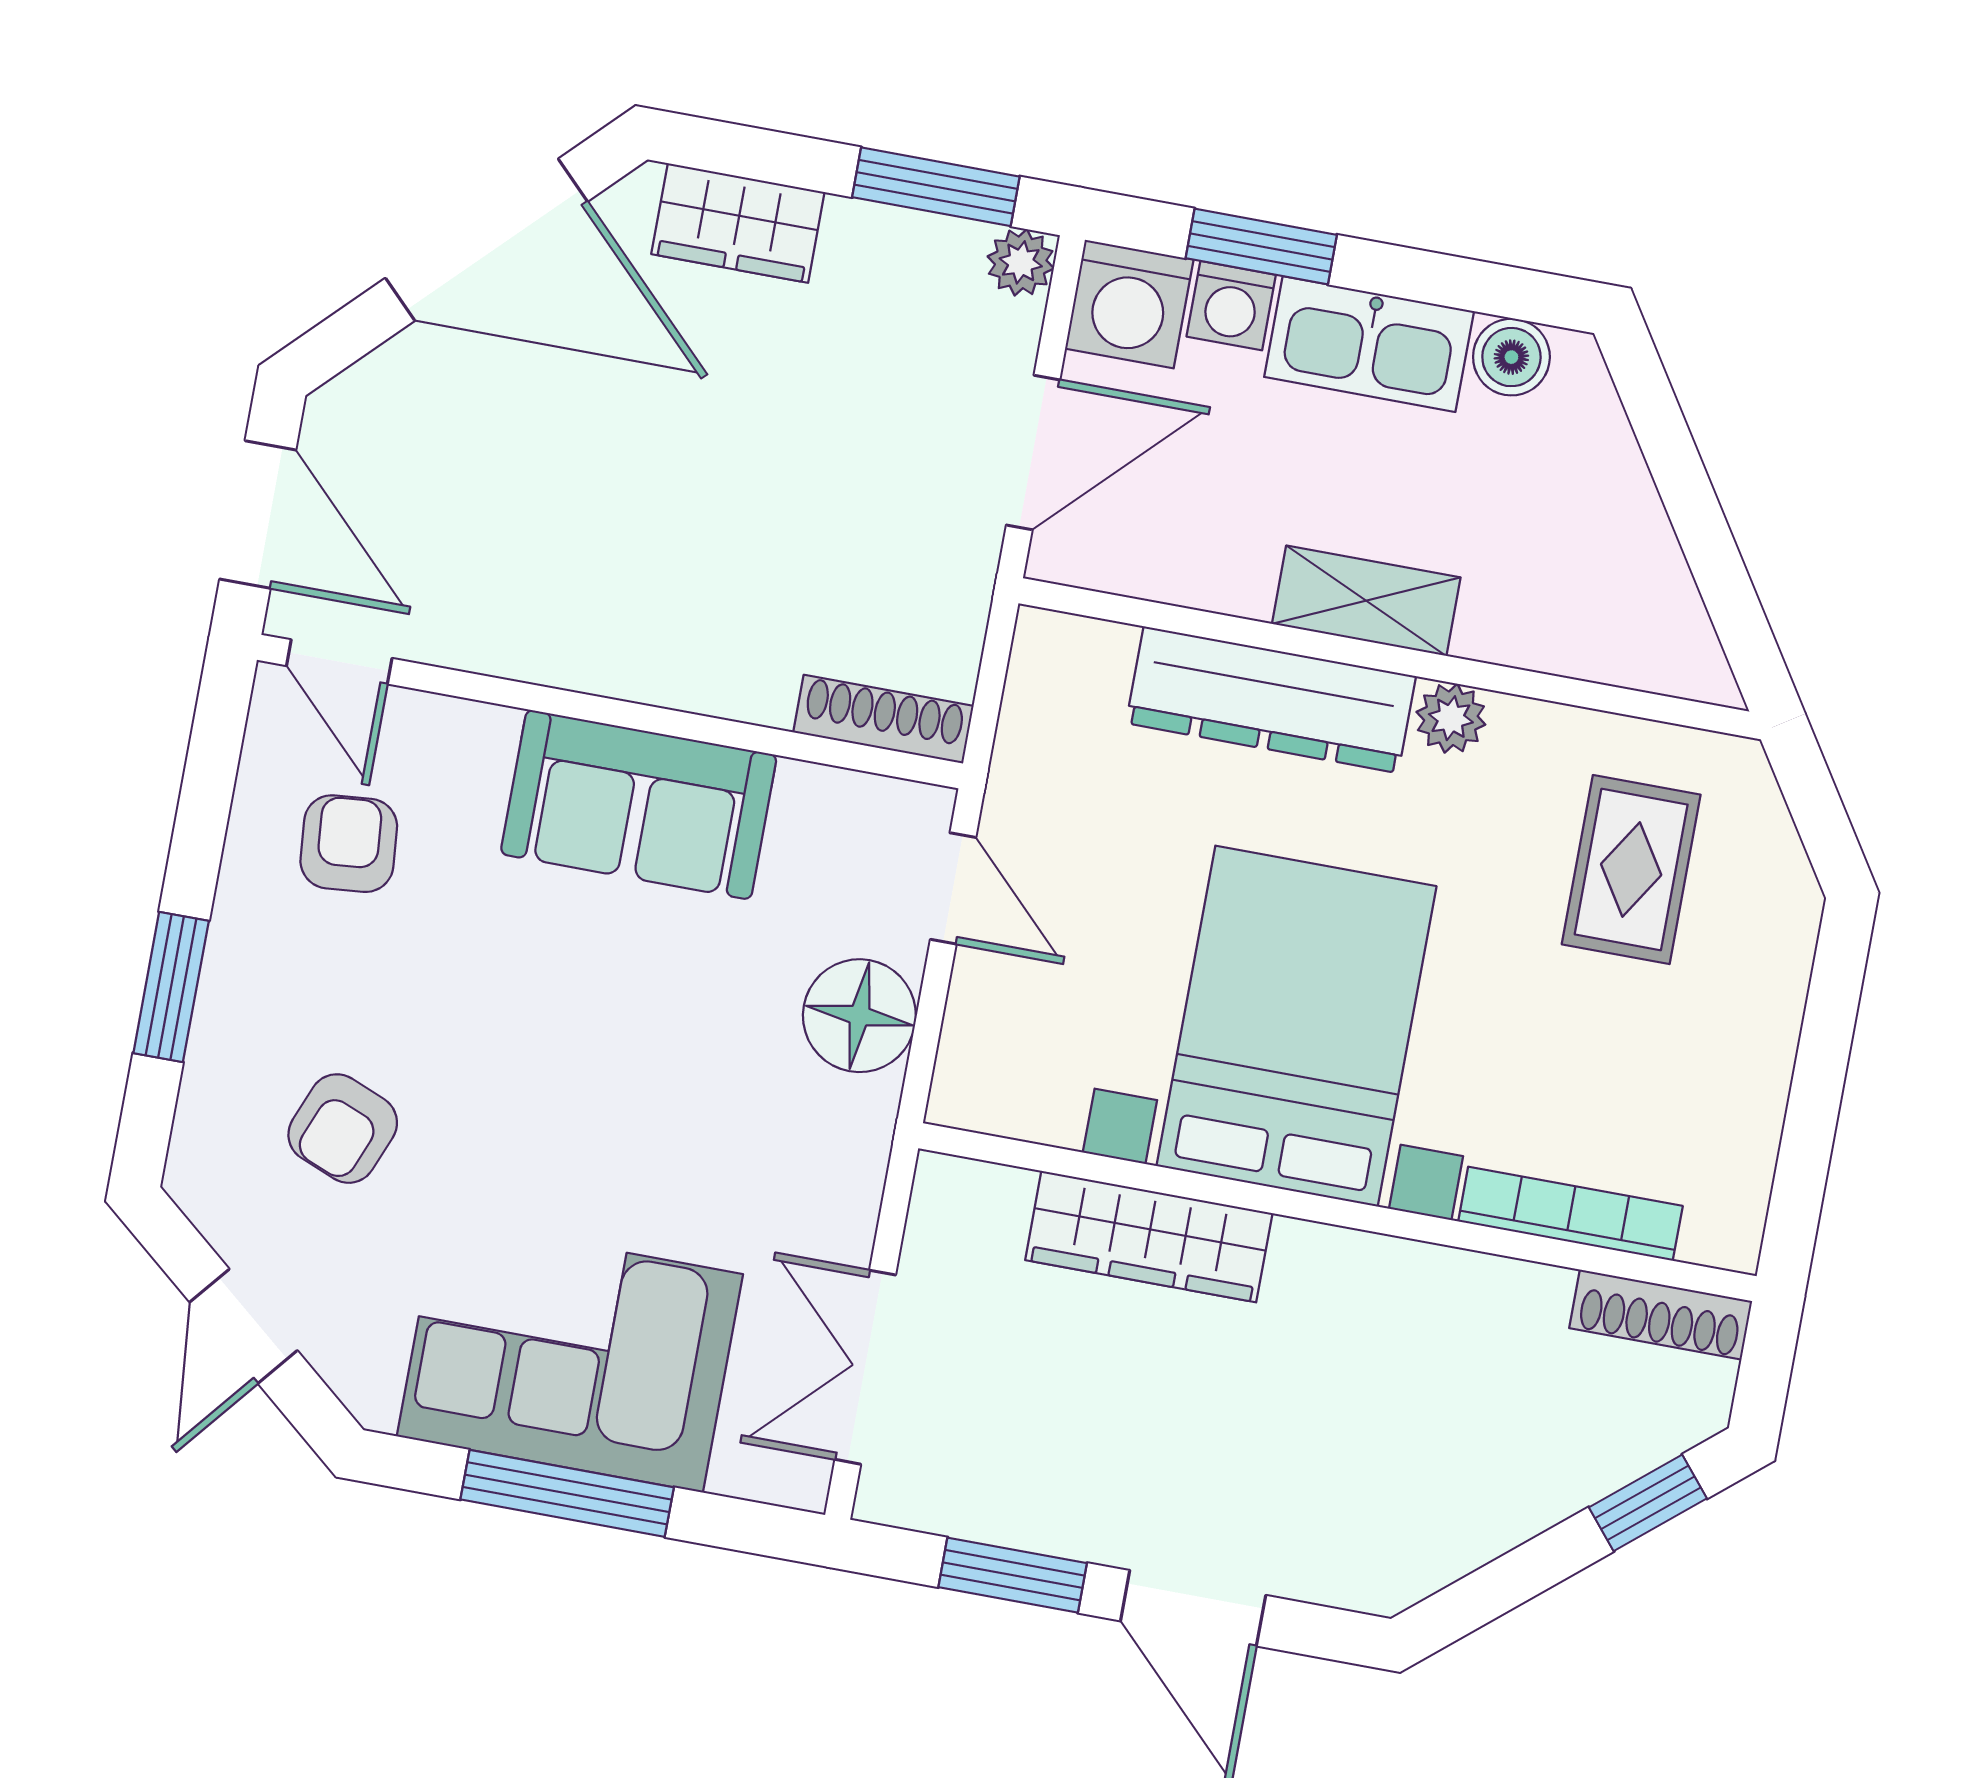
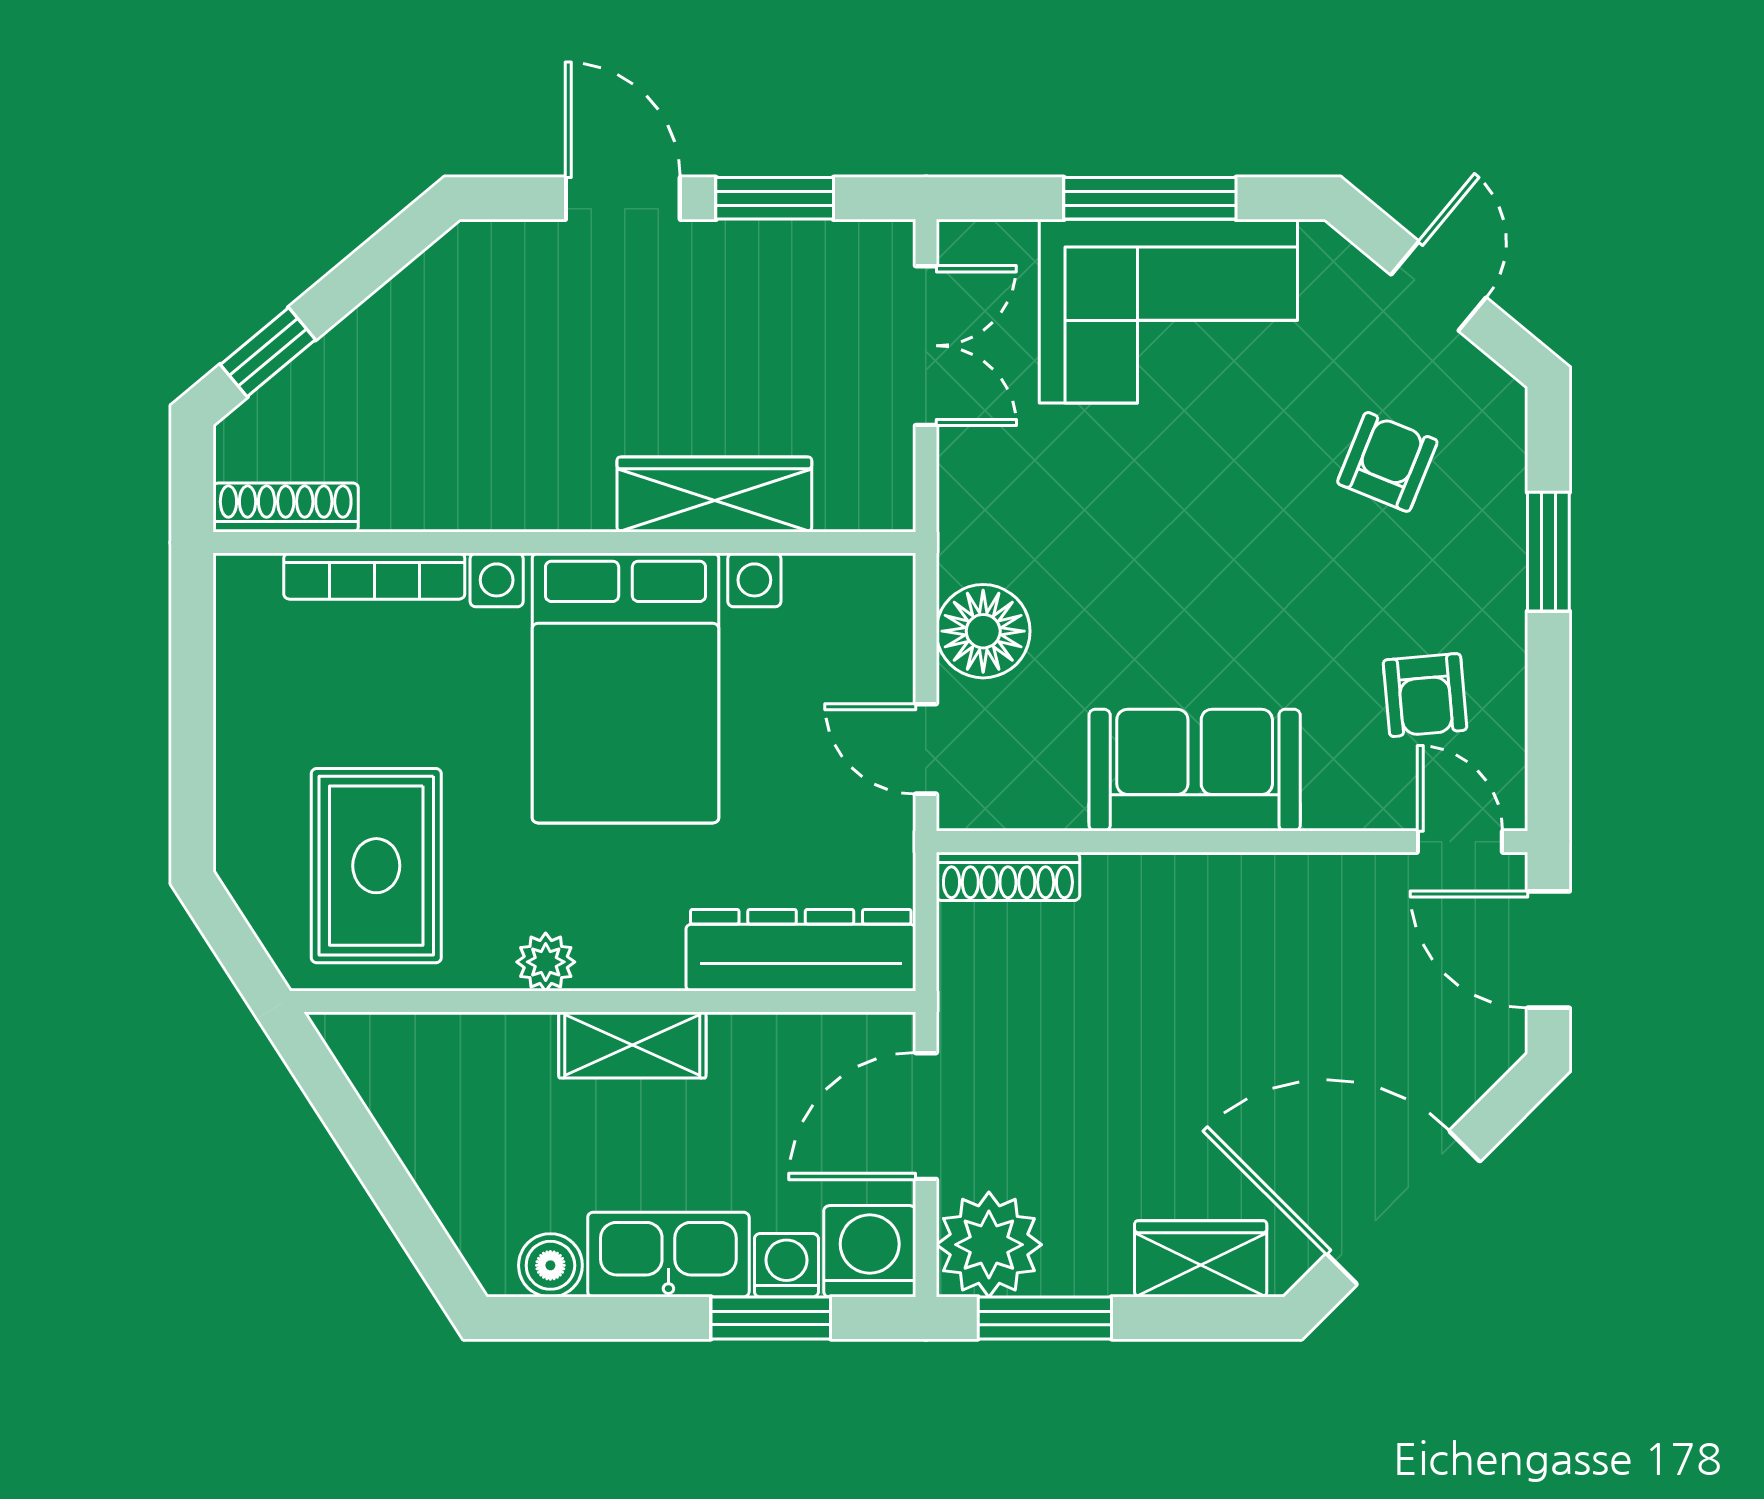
plant: (1021, 262) -> (989, 1245), width x1.87, depth x1.87
dresser: (1271, 700) -> (801, 950), moved
rug: (1631, 870) -> (376, 866), width x1.36, depth x1.43

